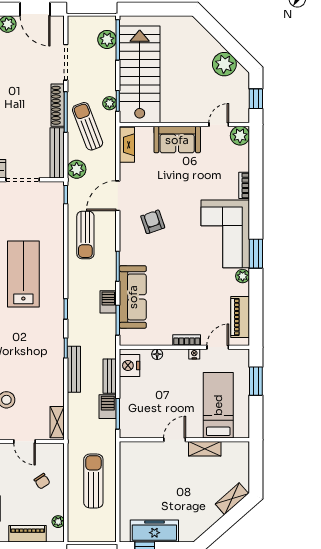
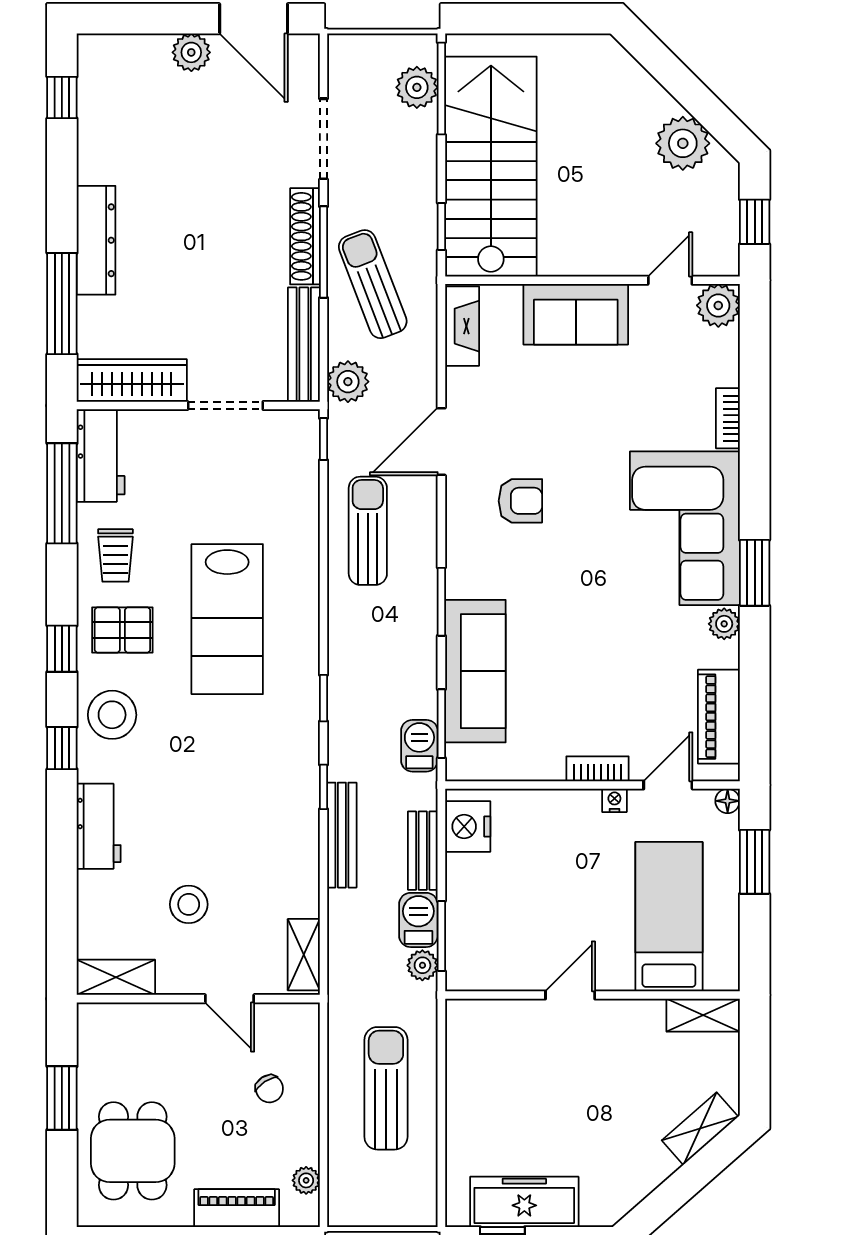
plant: (110, 103) -> (422, 965), moved
armchair: (153, 222) -> (520, 501), turned 109
sun lounger: (85, 235) -> (368, 531), turned 180
lab bench: (23, 274) -> (227, 619), turned 180
barbecue: (108, 302) -> (419, 746), moved
floor lamp: (157, 354) -> (728, 801), moved
shelving: (205, 449) -> (703, 1015), moved

